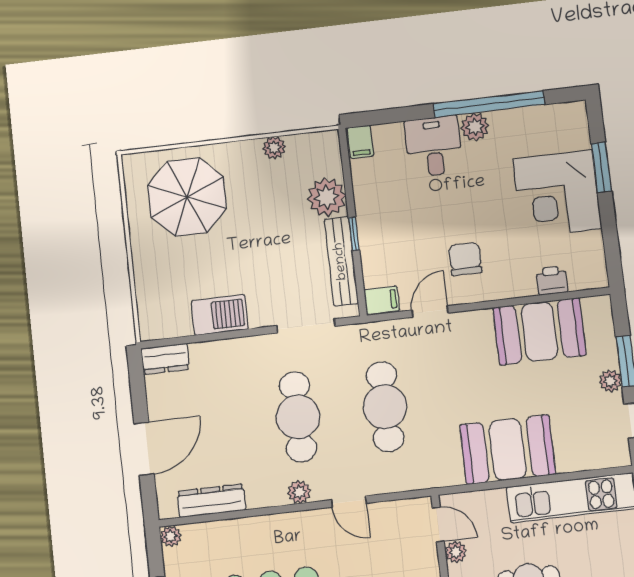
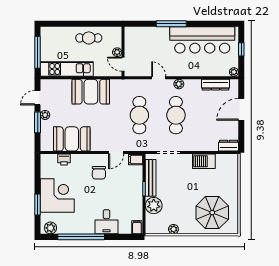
plant: (475, 127) -> (50, 228), moved

